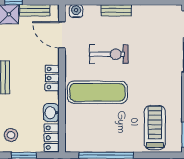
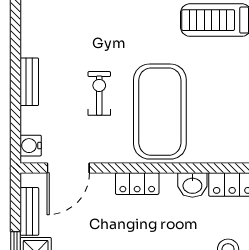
exercise bike: (109, 54) -> (99, 93), width x0.73, depth x0.72
exercise mat: (97, 92) -> (160, 112), width x1.47

